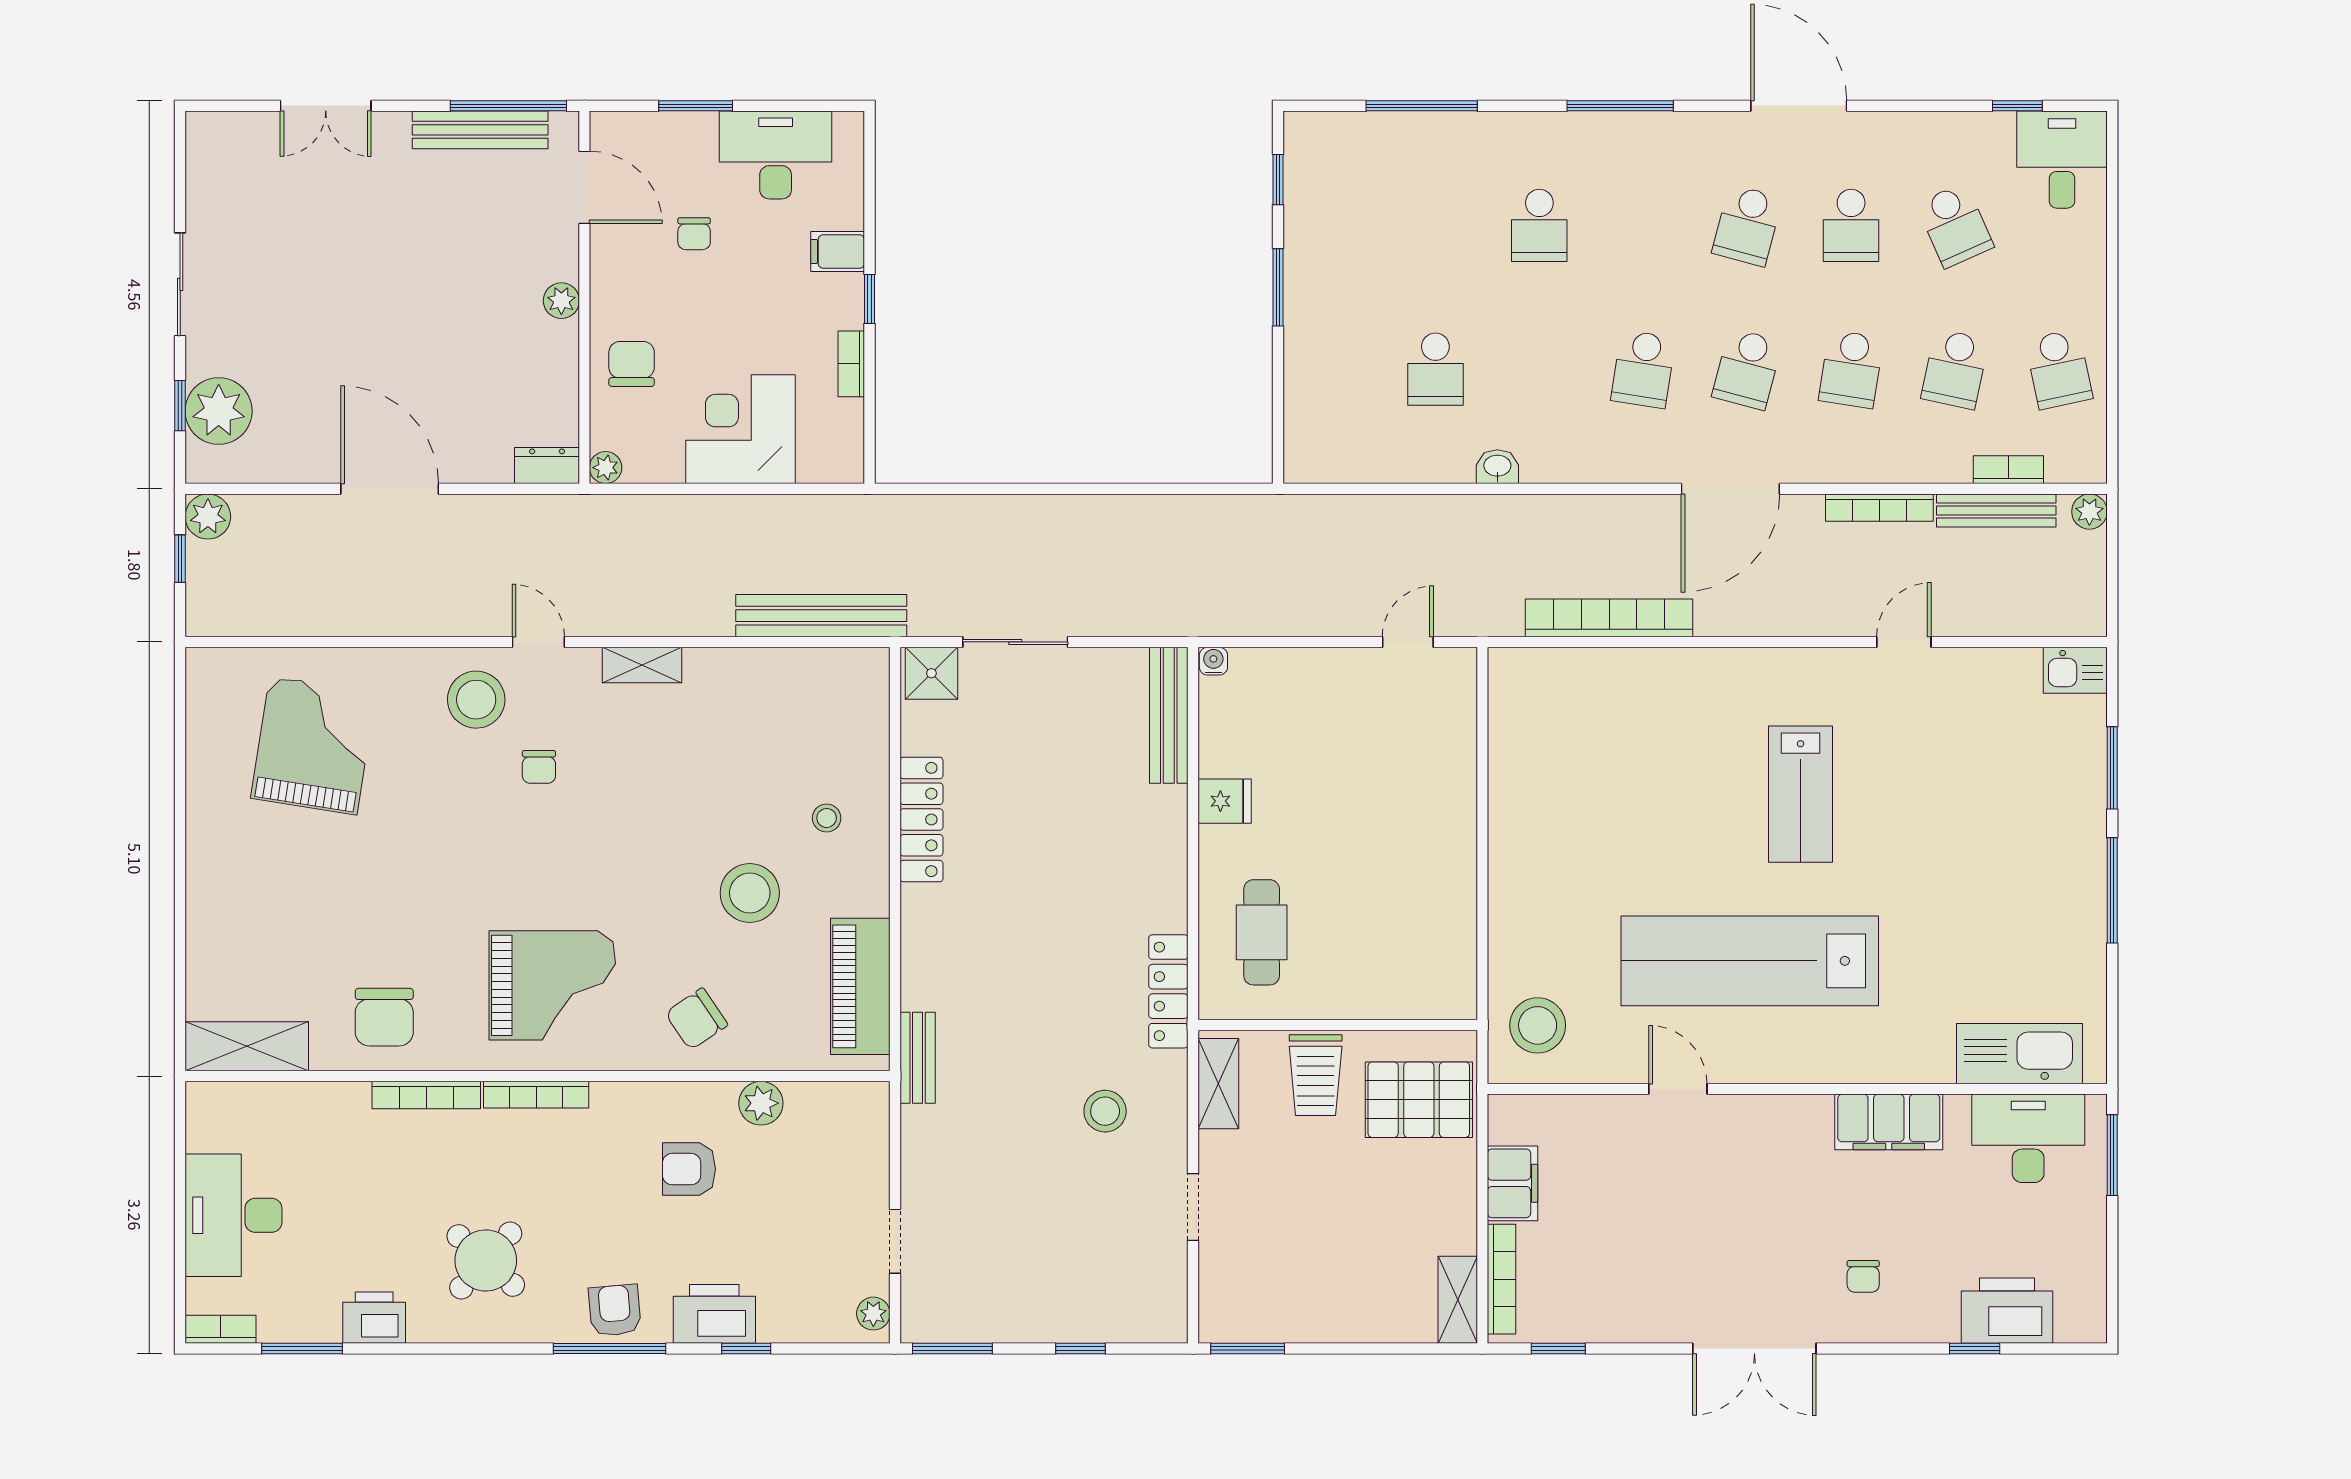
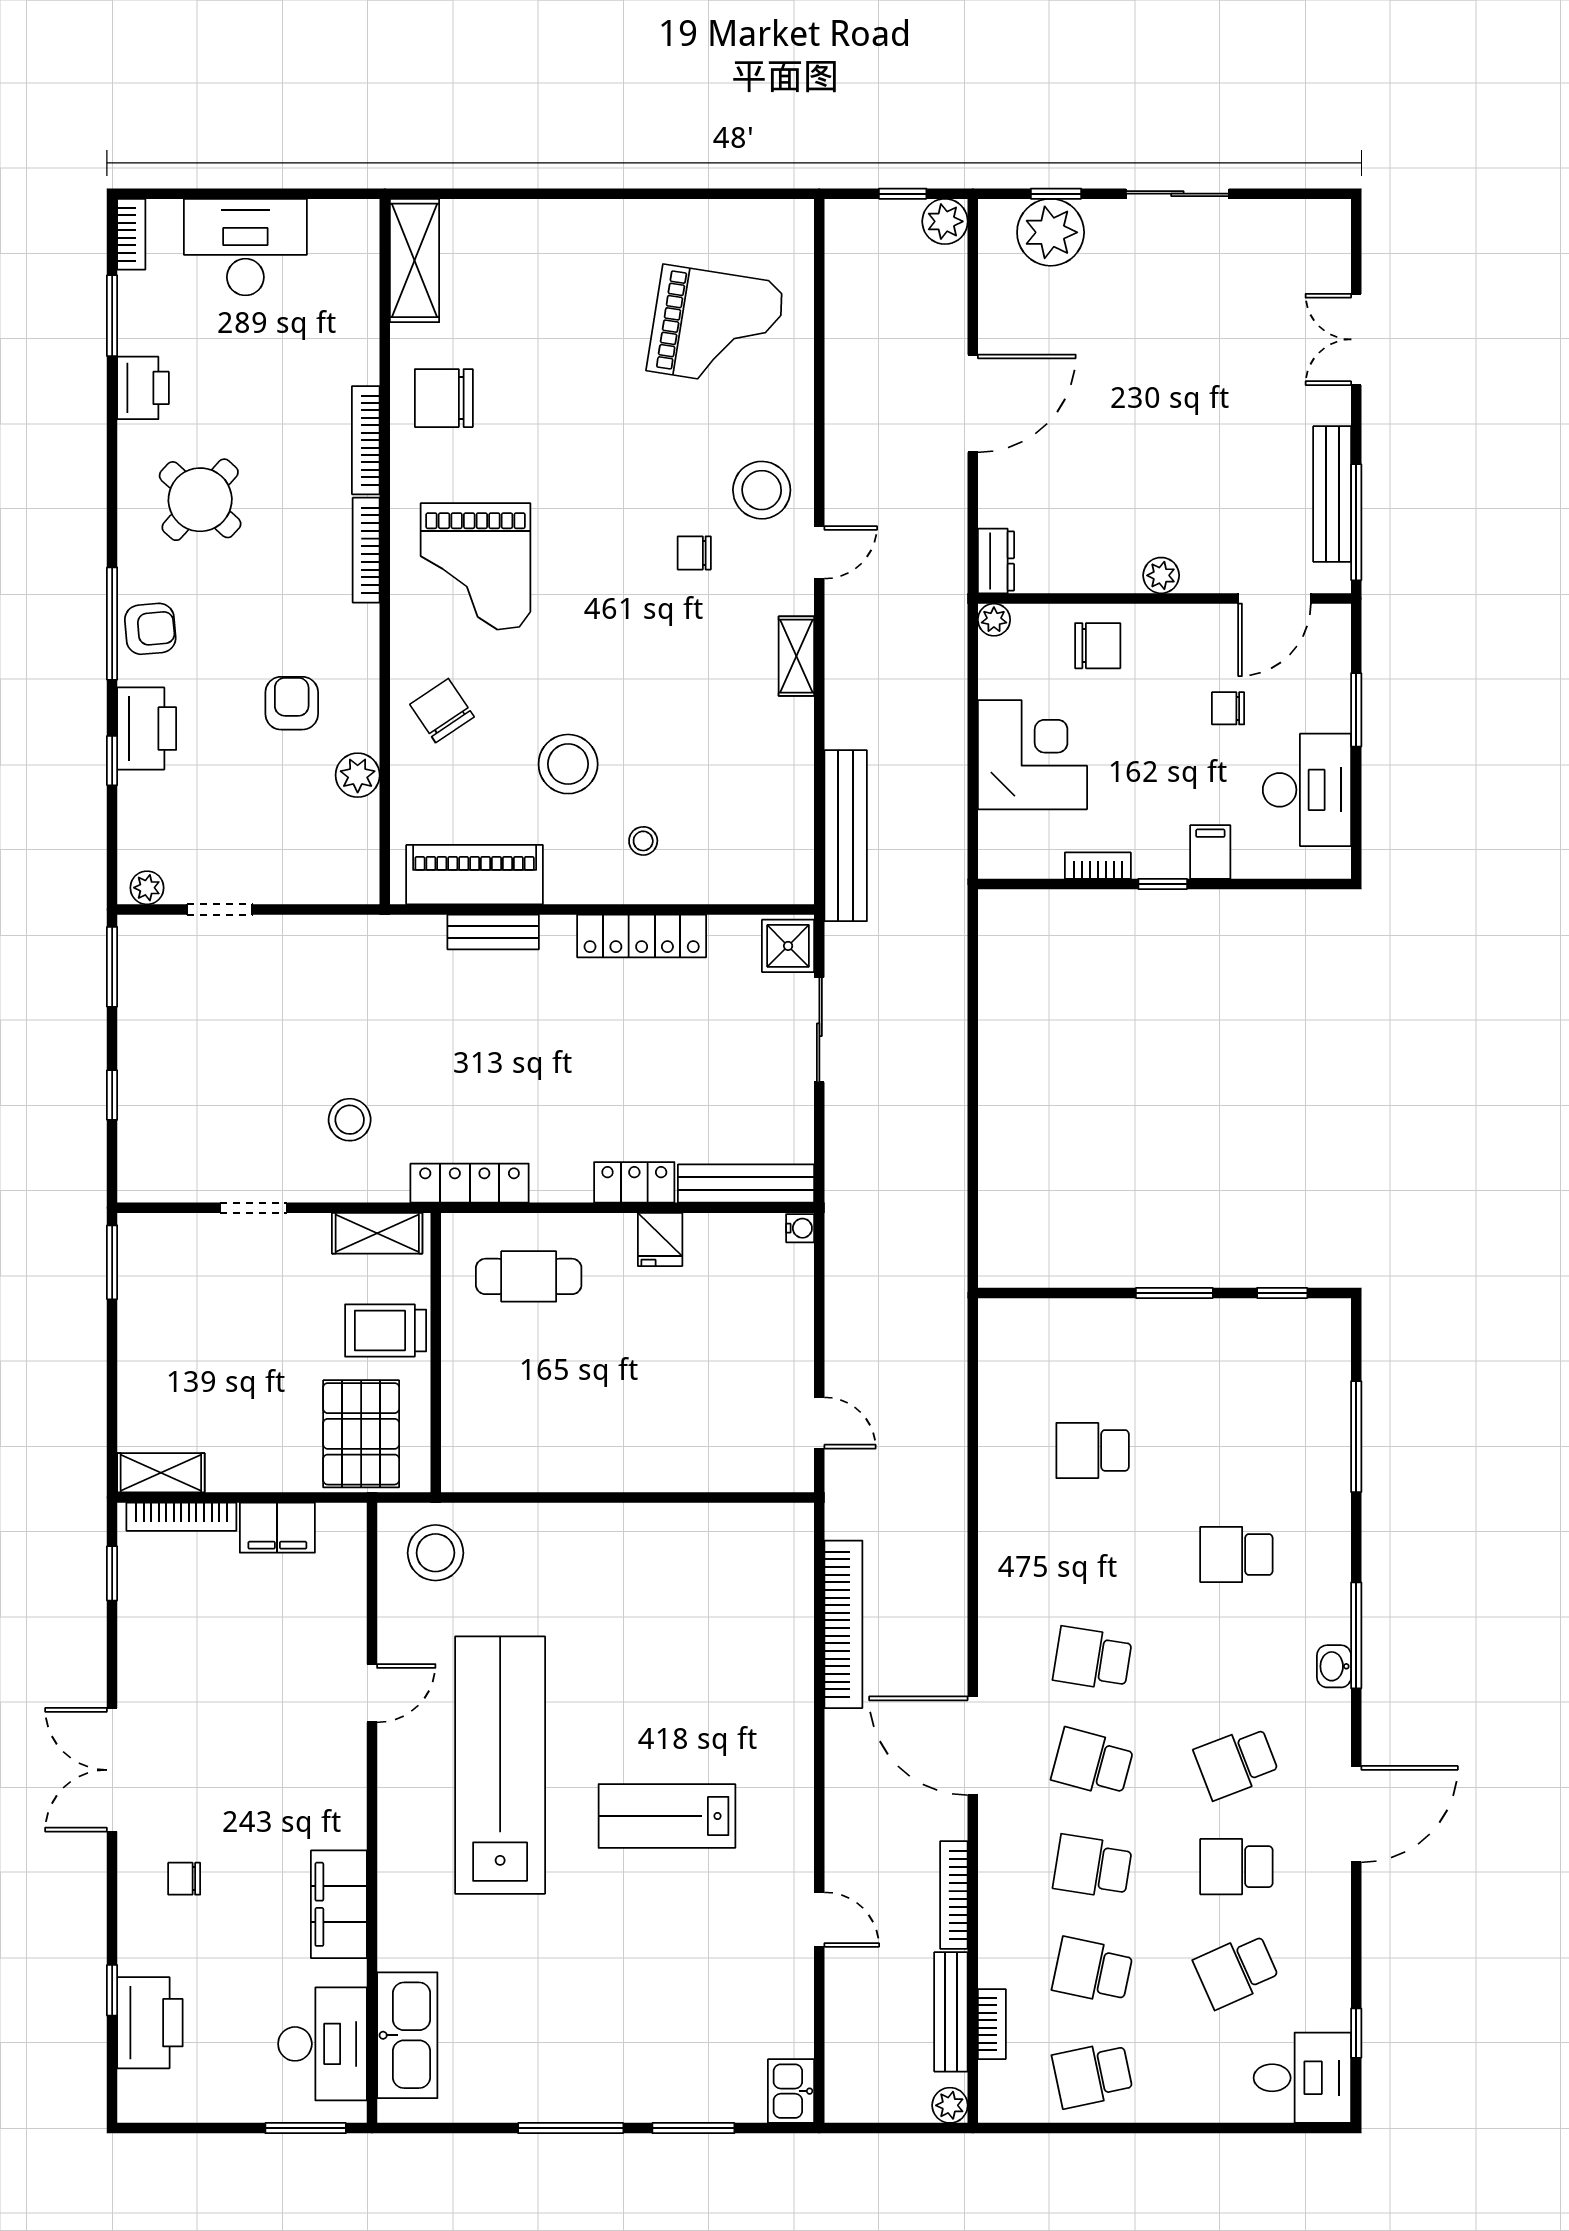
school desk: (1747, 225) -> (1236, 1763), turned -36
washbasin: (1497, 467) -> (1334, 1666), moved, turned 180
locker: (1168, 827) -> (634, 1182), added
bench: (918, 1058) -> (493, 932), moved

